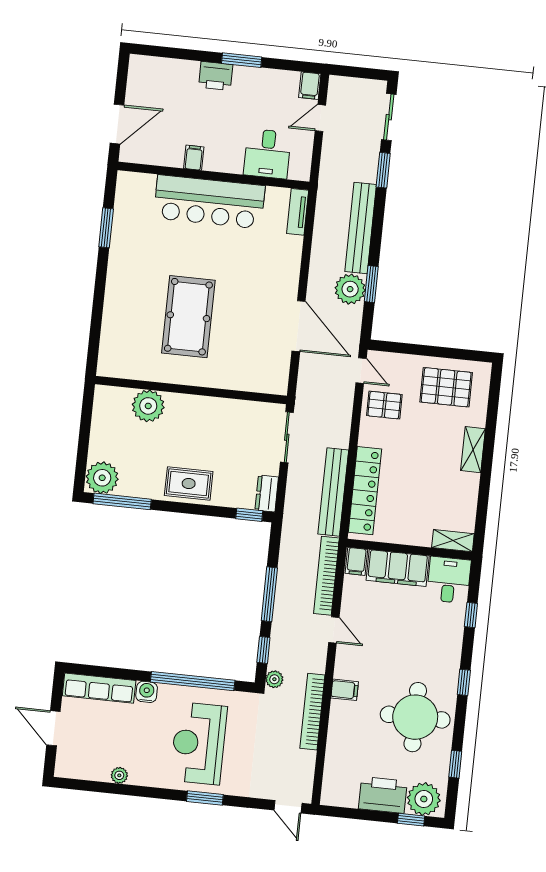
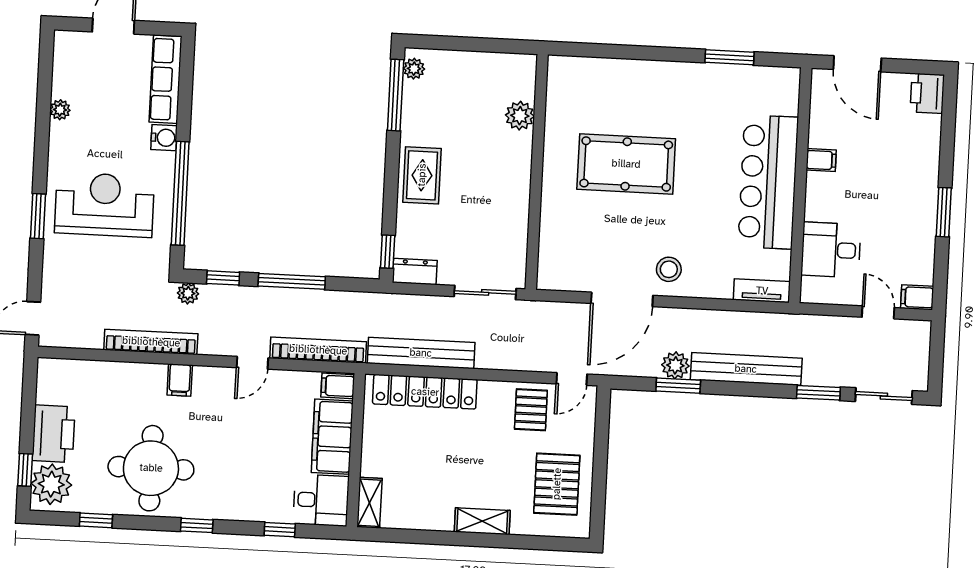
printer: (216, 76) -> (927, 93), moved
stool: (276, 287) -> (669, 269), added
plant: (350, 289) -> (675, 365), width x0.73, depth x0.73
plant: (148, 406) -> (520, 116), width x0.73, depth x0.73
plant: (102, 478) -> (414, 69), width x0.53, depth x0.53

